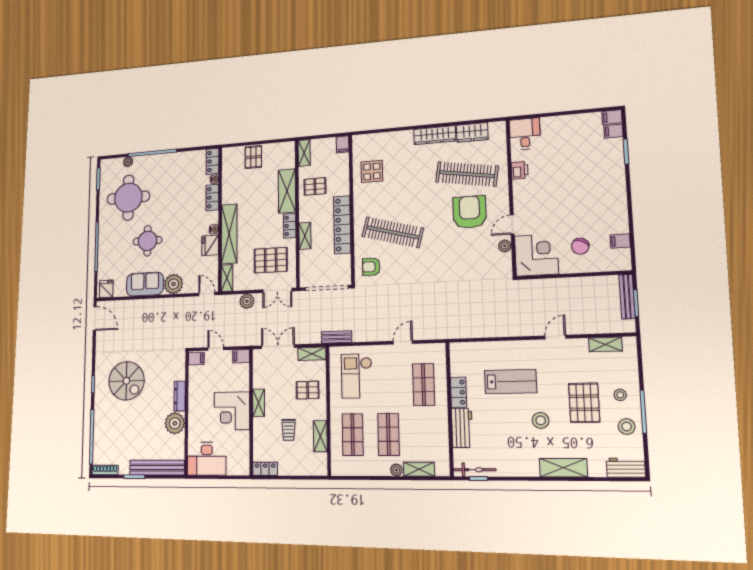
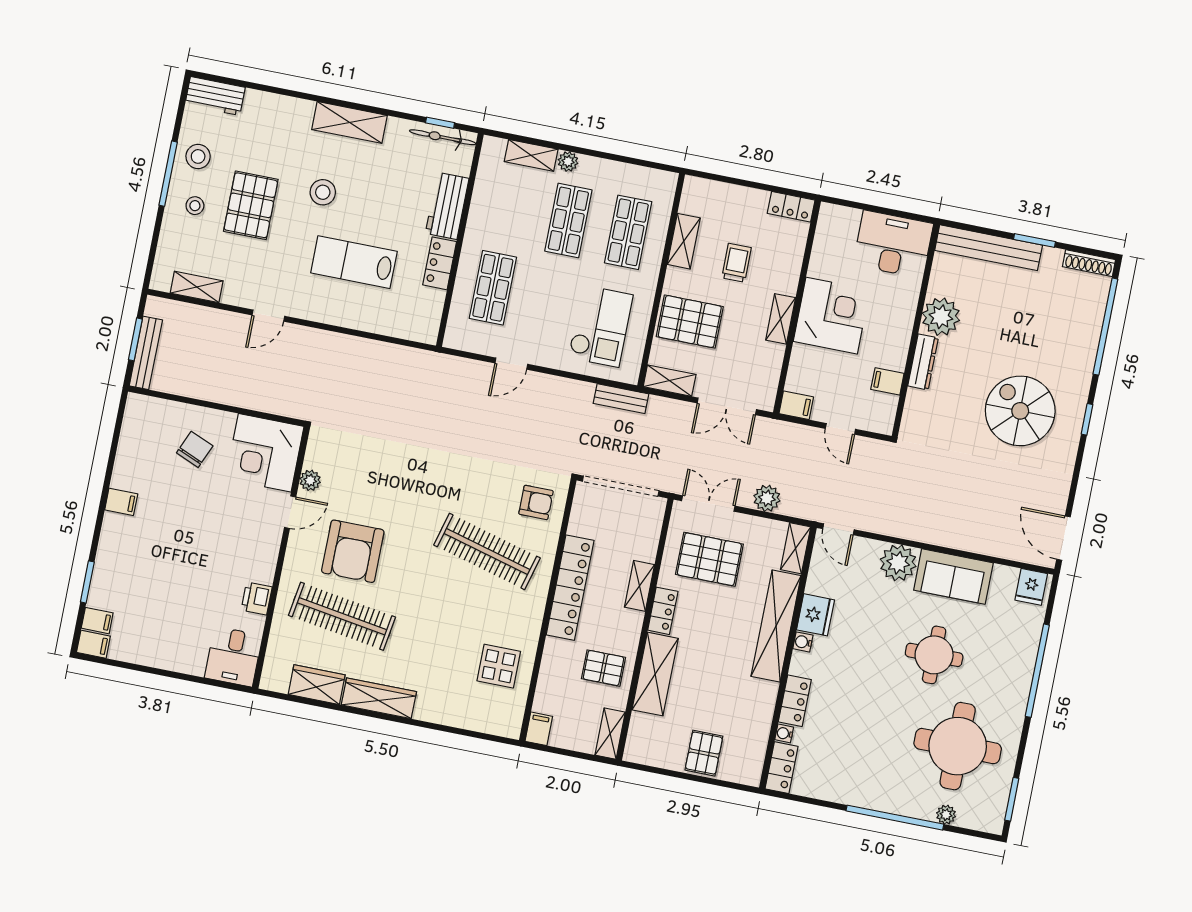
filing cabinet: (620, 241) -> (121, 502), moved
filing cabinet: (196, 359) -> (887, 381), moved
pallet: (308, 390) -> (690, 322), width x1.50, depth x1.42
shelving: (563, 468) -> (350, 122), moved

